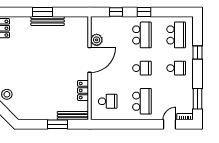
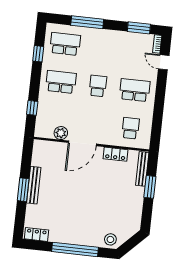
window: (144, 12) -> (38, 54), moved
window: (198, 52) -> (87, 22), width x2.17
door: (90, 60) -> (82, 143), swing flipped
school desk: (176, 68) -> (102, 48), removed

